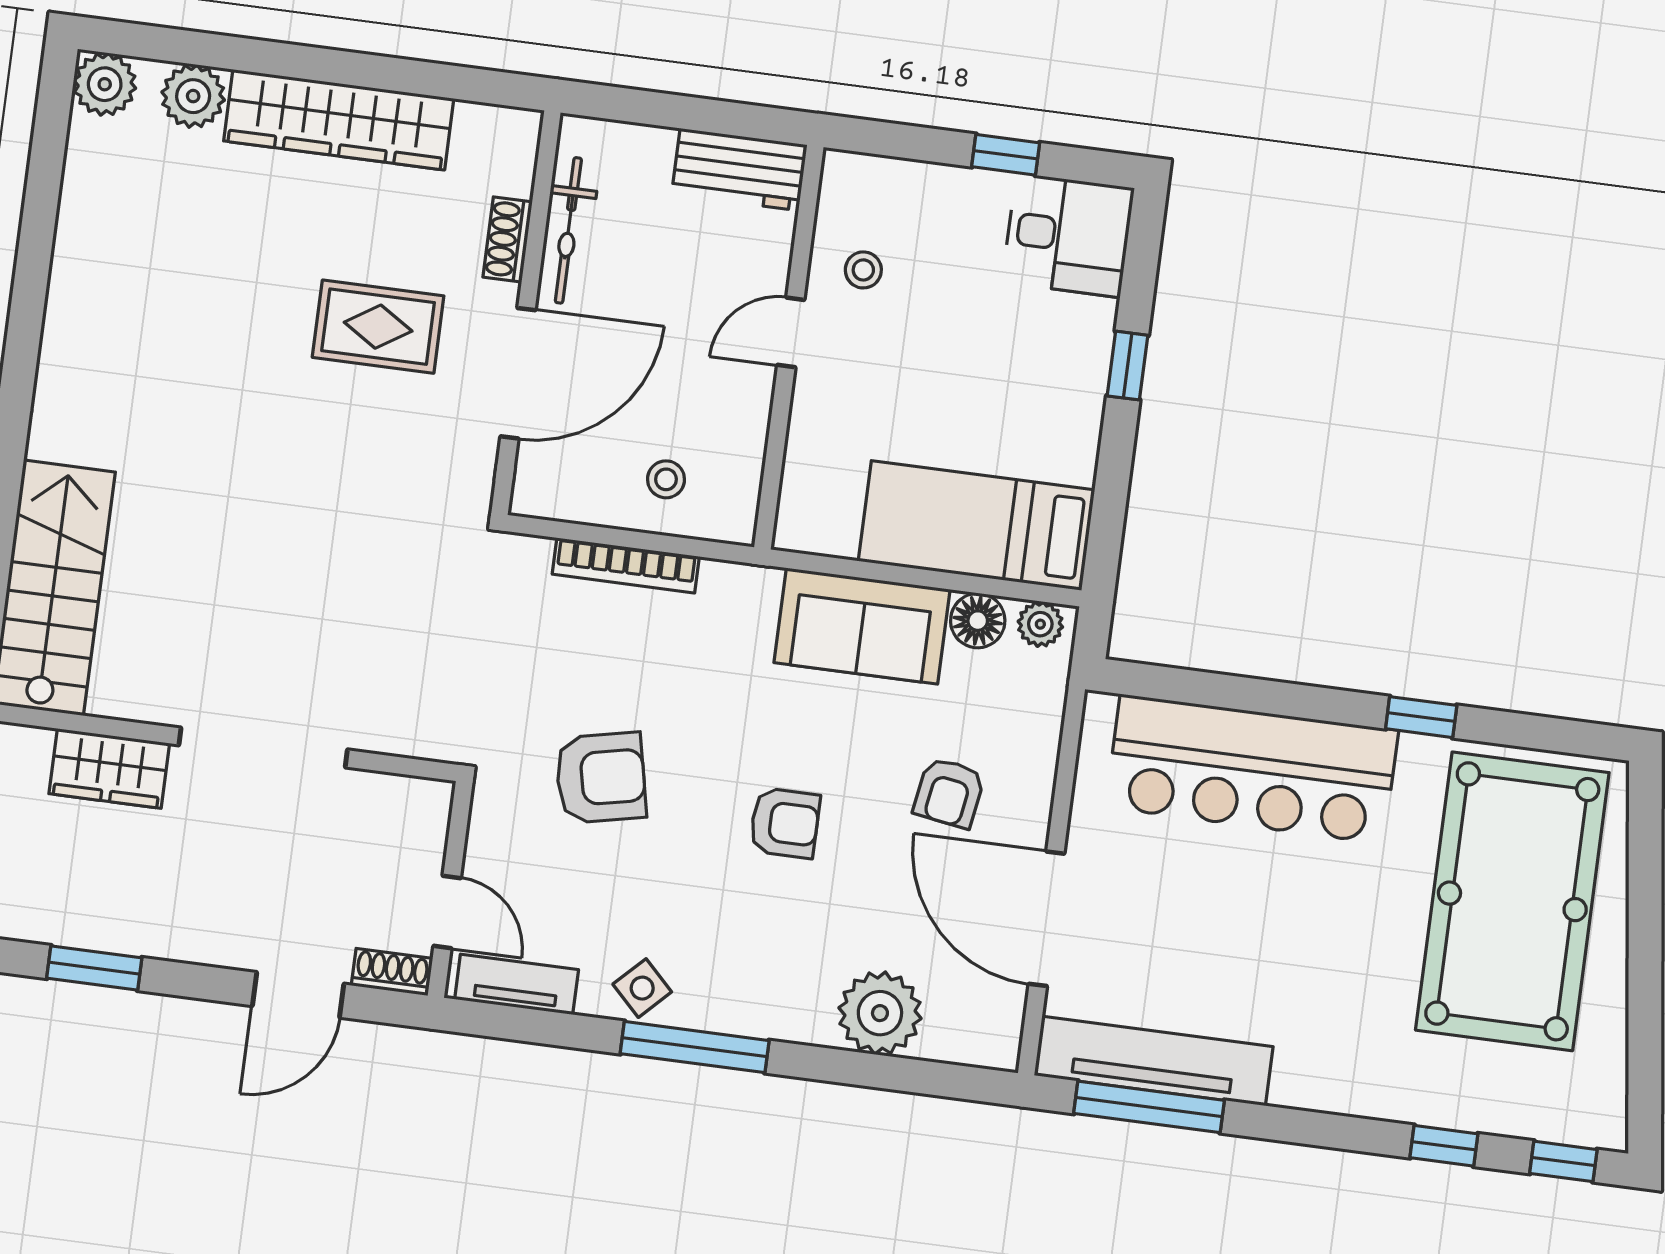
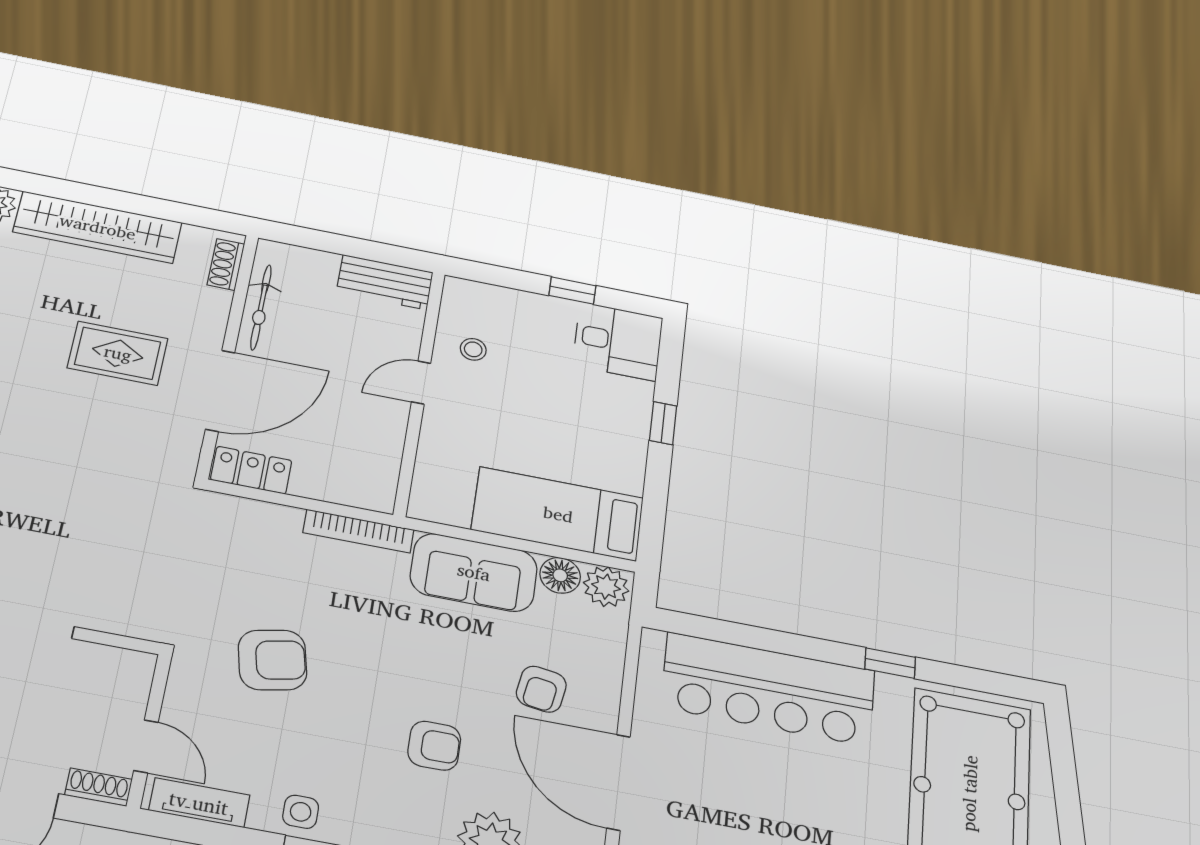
shoe rack: (508, 240) -> (226, 264), moved
stool: (666, 479) -> (328, 466), removed
locker: (564, 495) -> (251, 470), added
bookcase: (626, 565) -> (358, 531), moved
plant: (1040, 624) -> (606, 587), width x1.38, depth x1.38
armchair: (785, 823) -> (434, 746), moved
side table: (642, 988) -> (301, 812), turned 45

